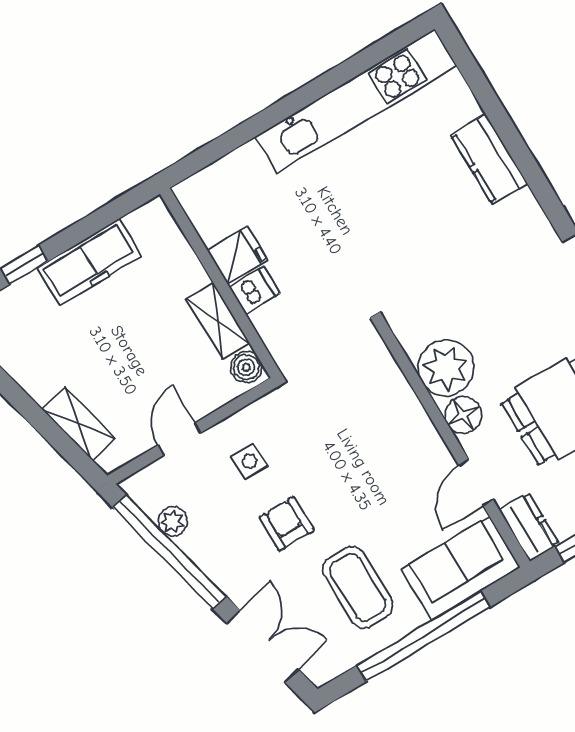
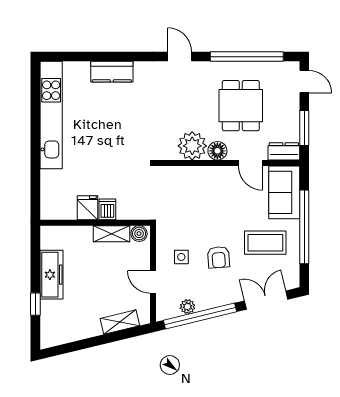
armchair: (287, 524) -> (219, 257), turned -94

